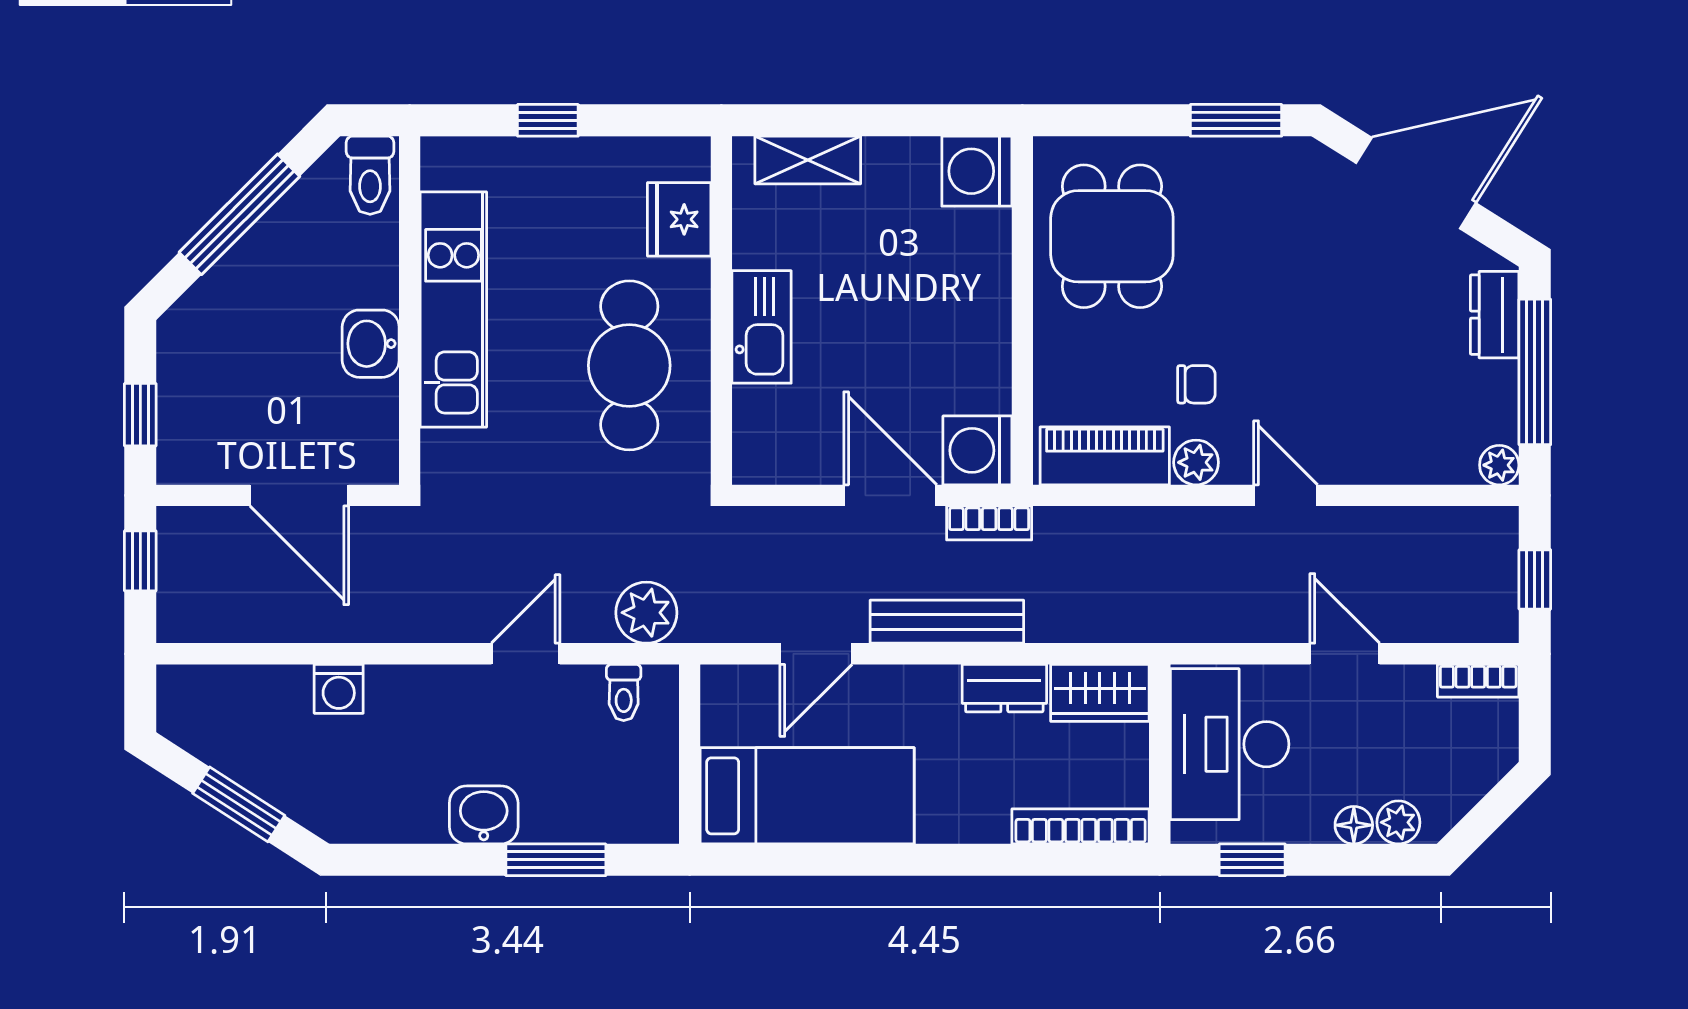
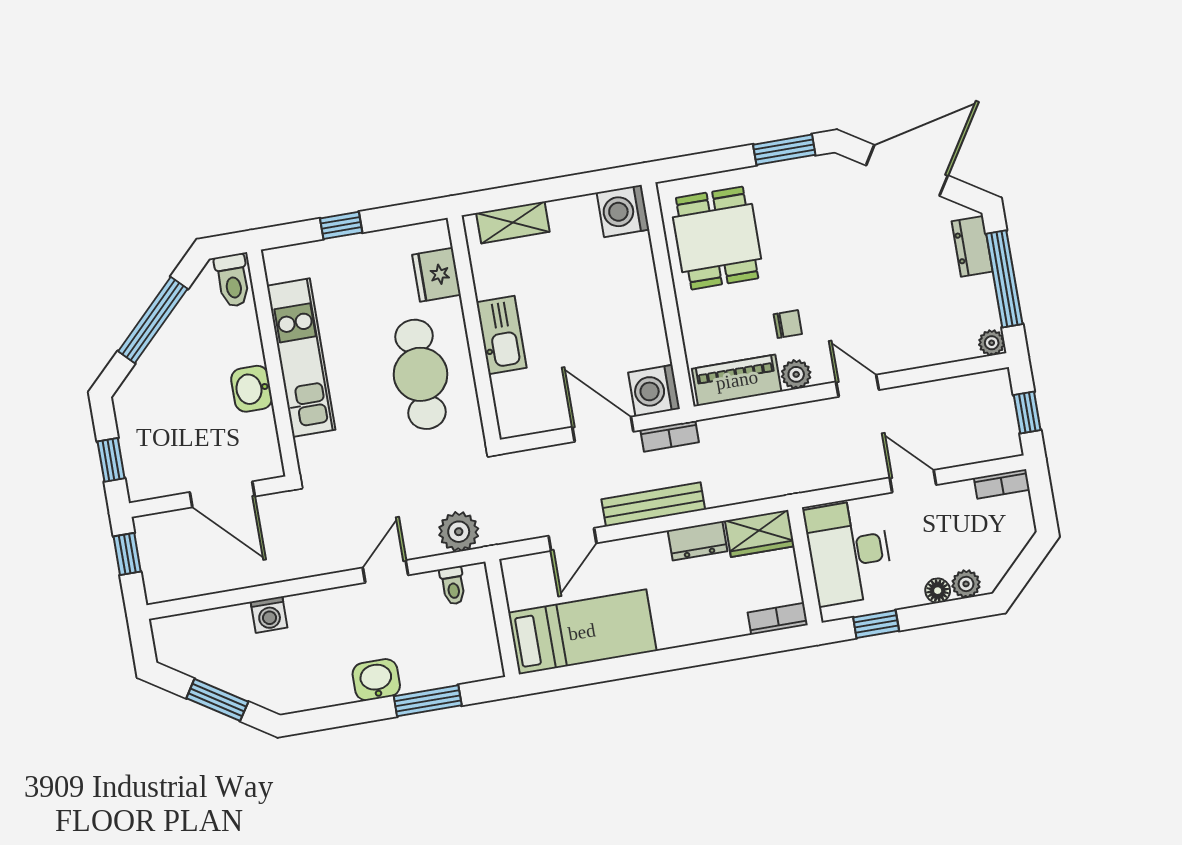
bookcase: (1081, 826) -> (778, 619), width x0.64

